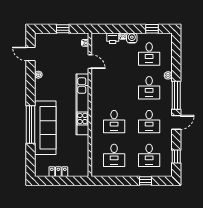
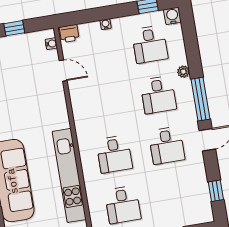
printer: (113, 38) -> (69, 33), moved
water cooler: (132, 38) -> (172, 16), moved
kitchen unit: (82, 104) -> (69, 175), moved
desk: (149, 155) -> (175, 196), removed

